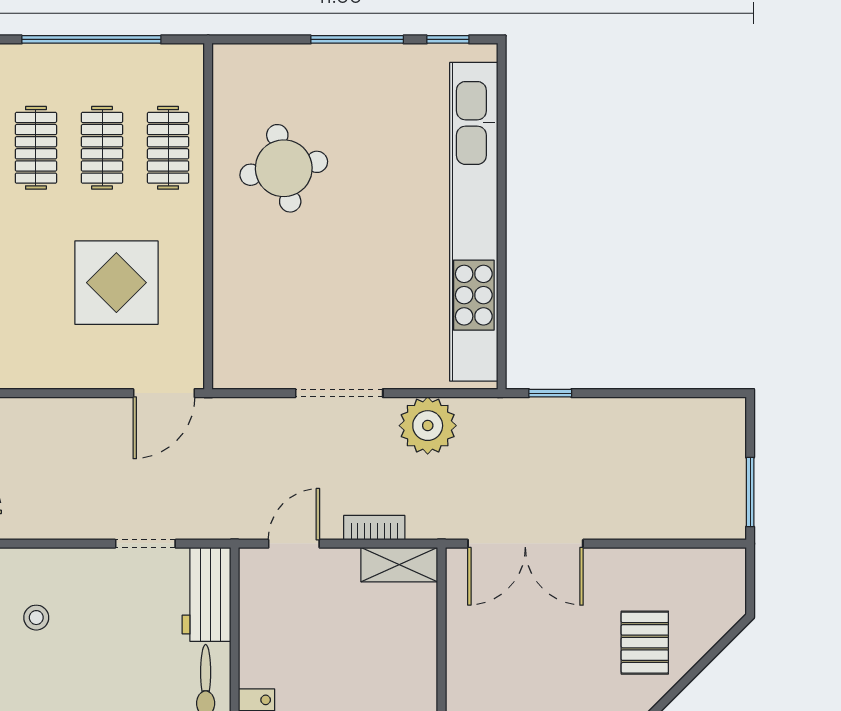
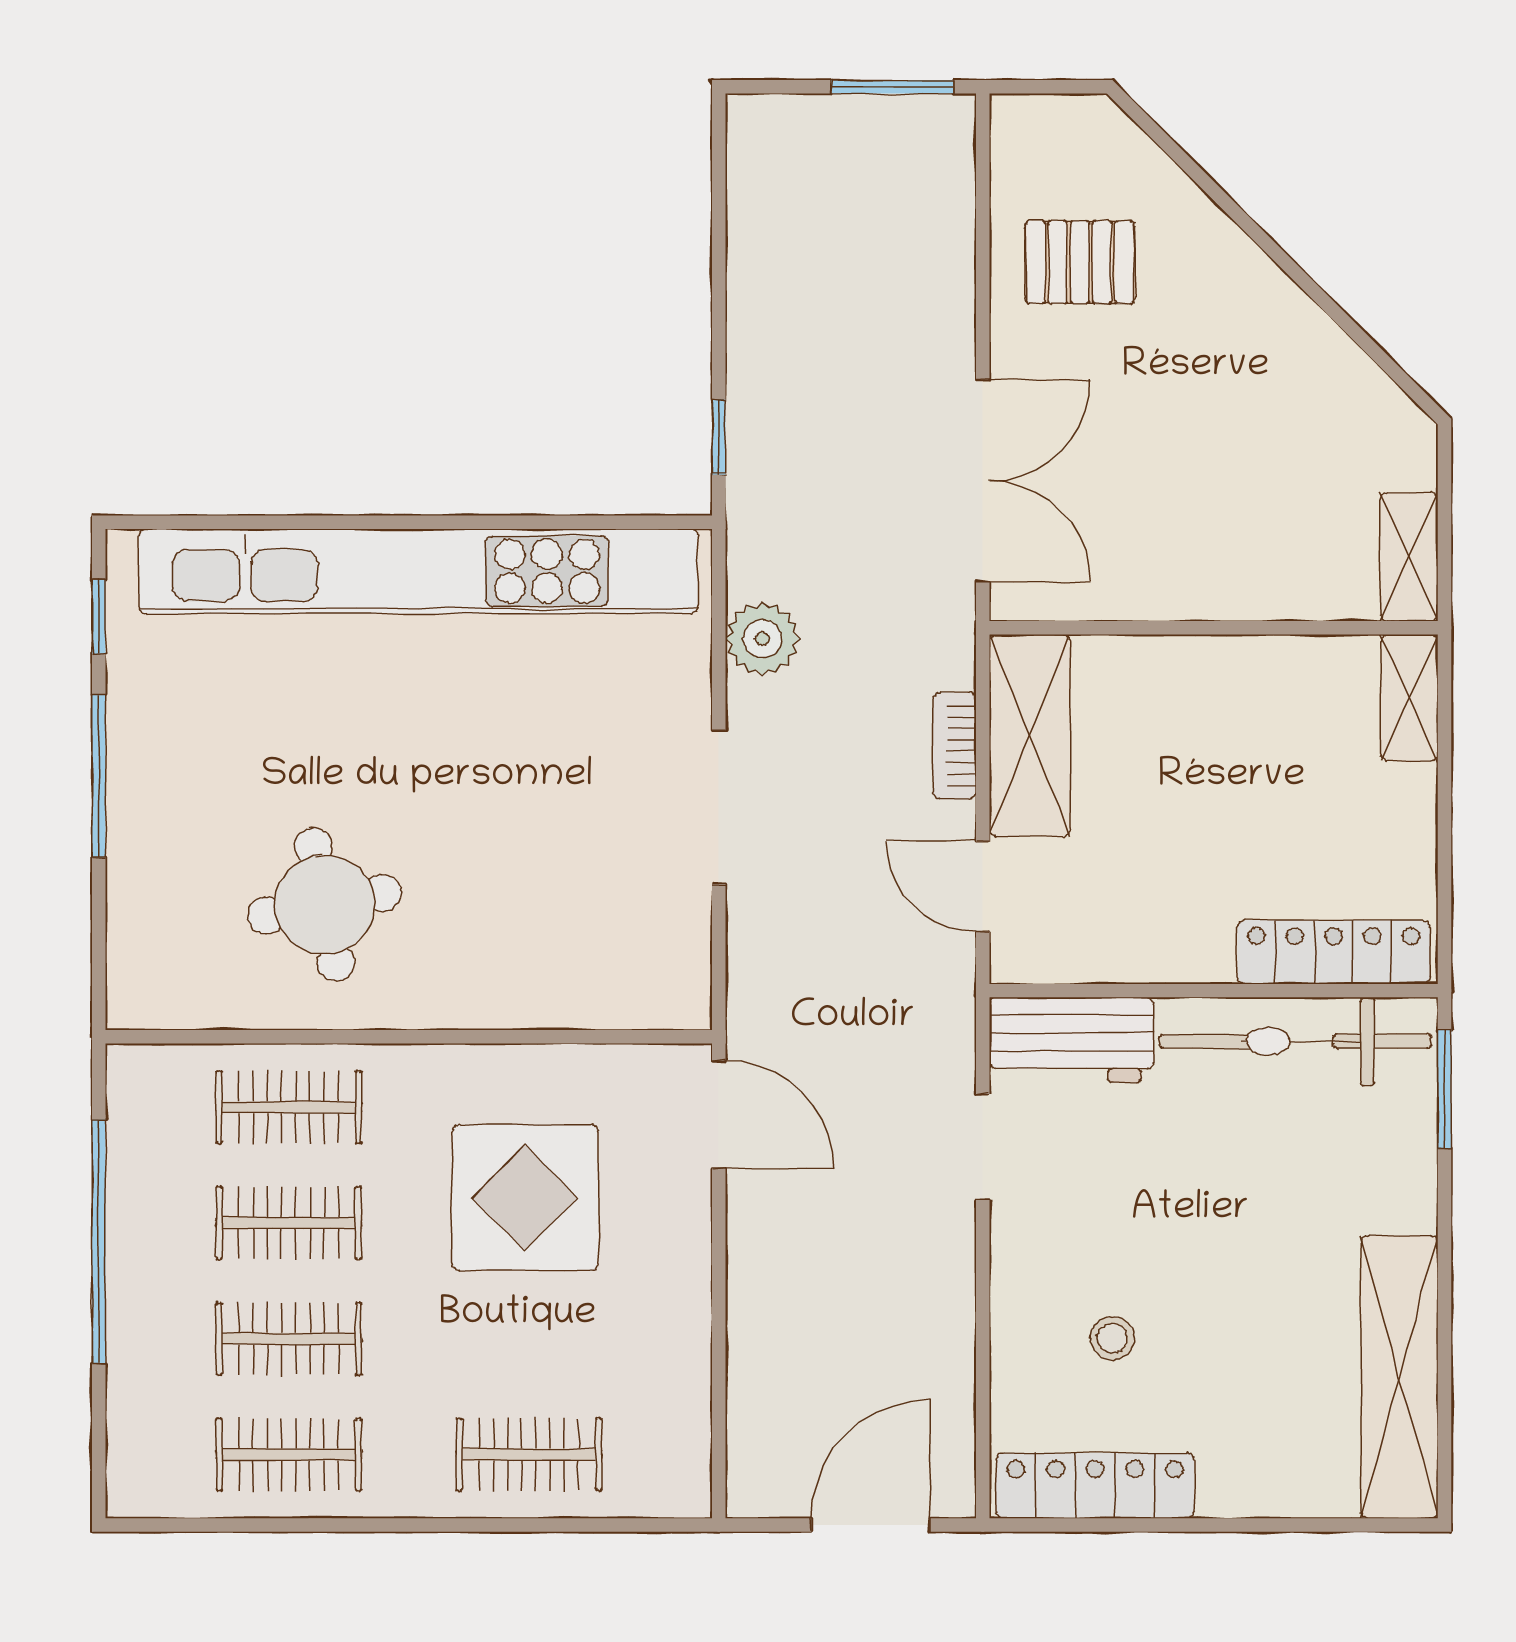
plant: (428, 426) -> (762, 639), width x0.73, depth x0.73
shelving: (399, 565) -> (1030, 735), width x1.50, depth x1.33
pallet: (645, 643) -> (1080, 262), moved

